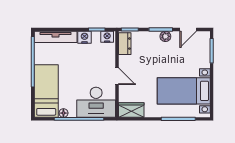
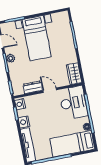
dresser: (125, 44) -> (33, 87), moved
door: (117, 76) -> (50, 90), hinge flipped
bed with nightstands: (184, 91) -> (37, 38), moved

